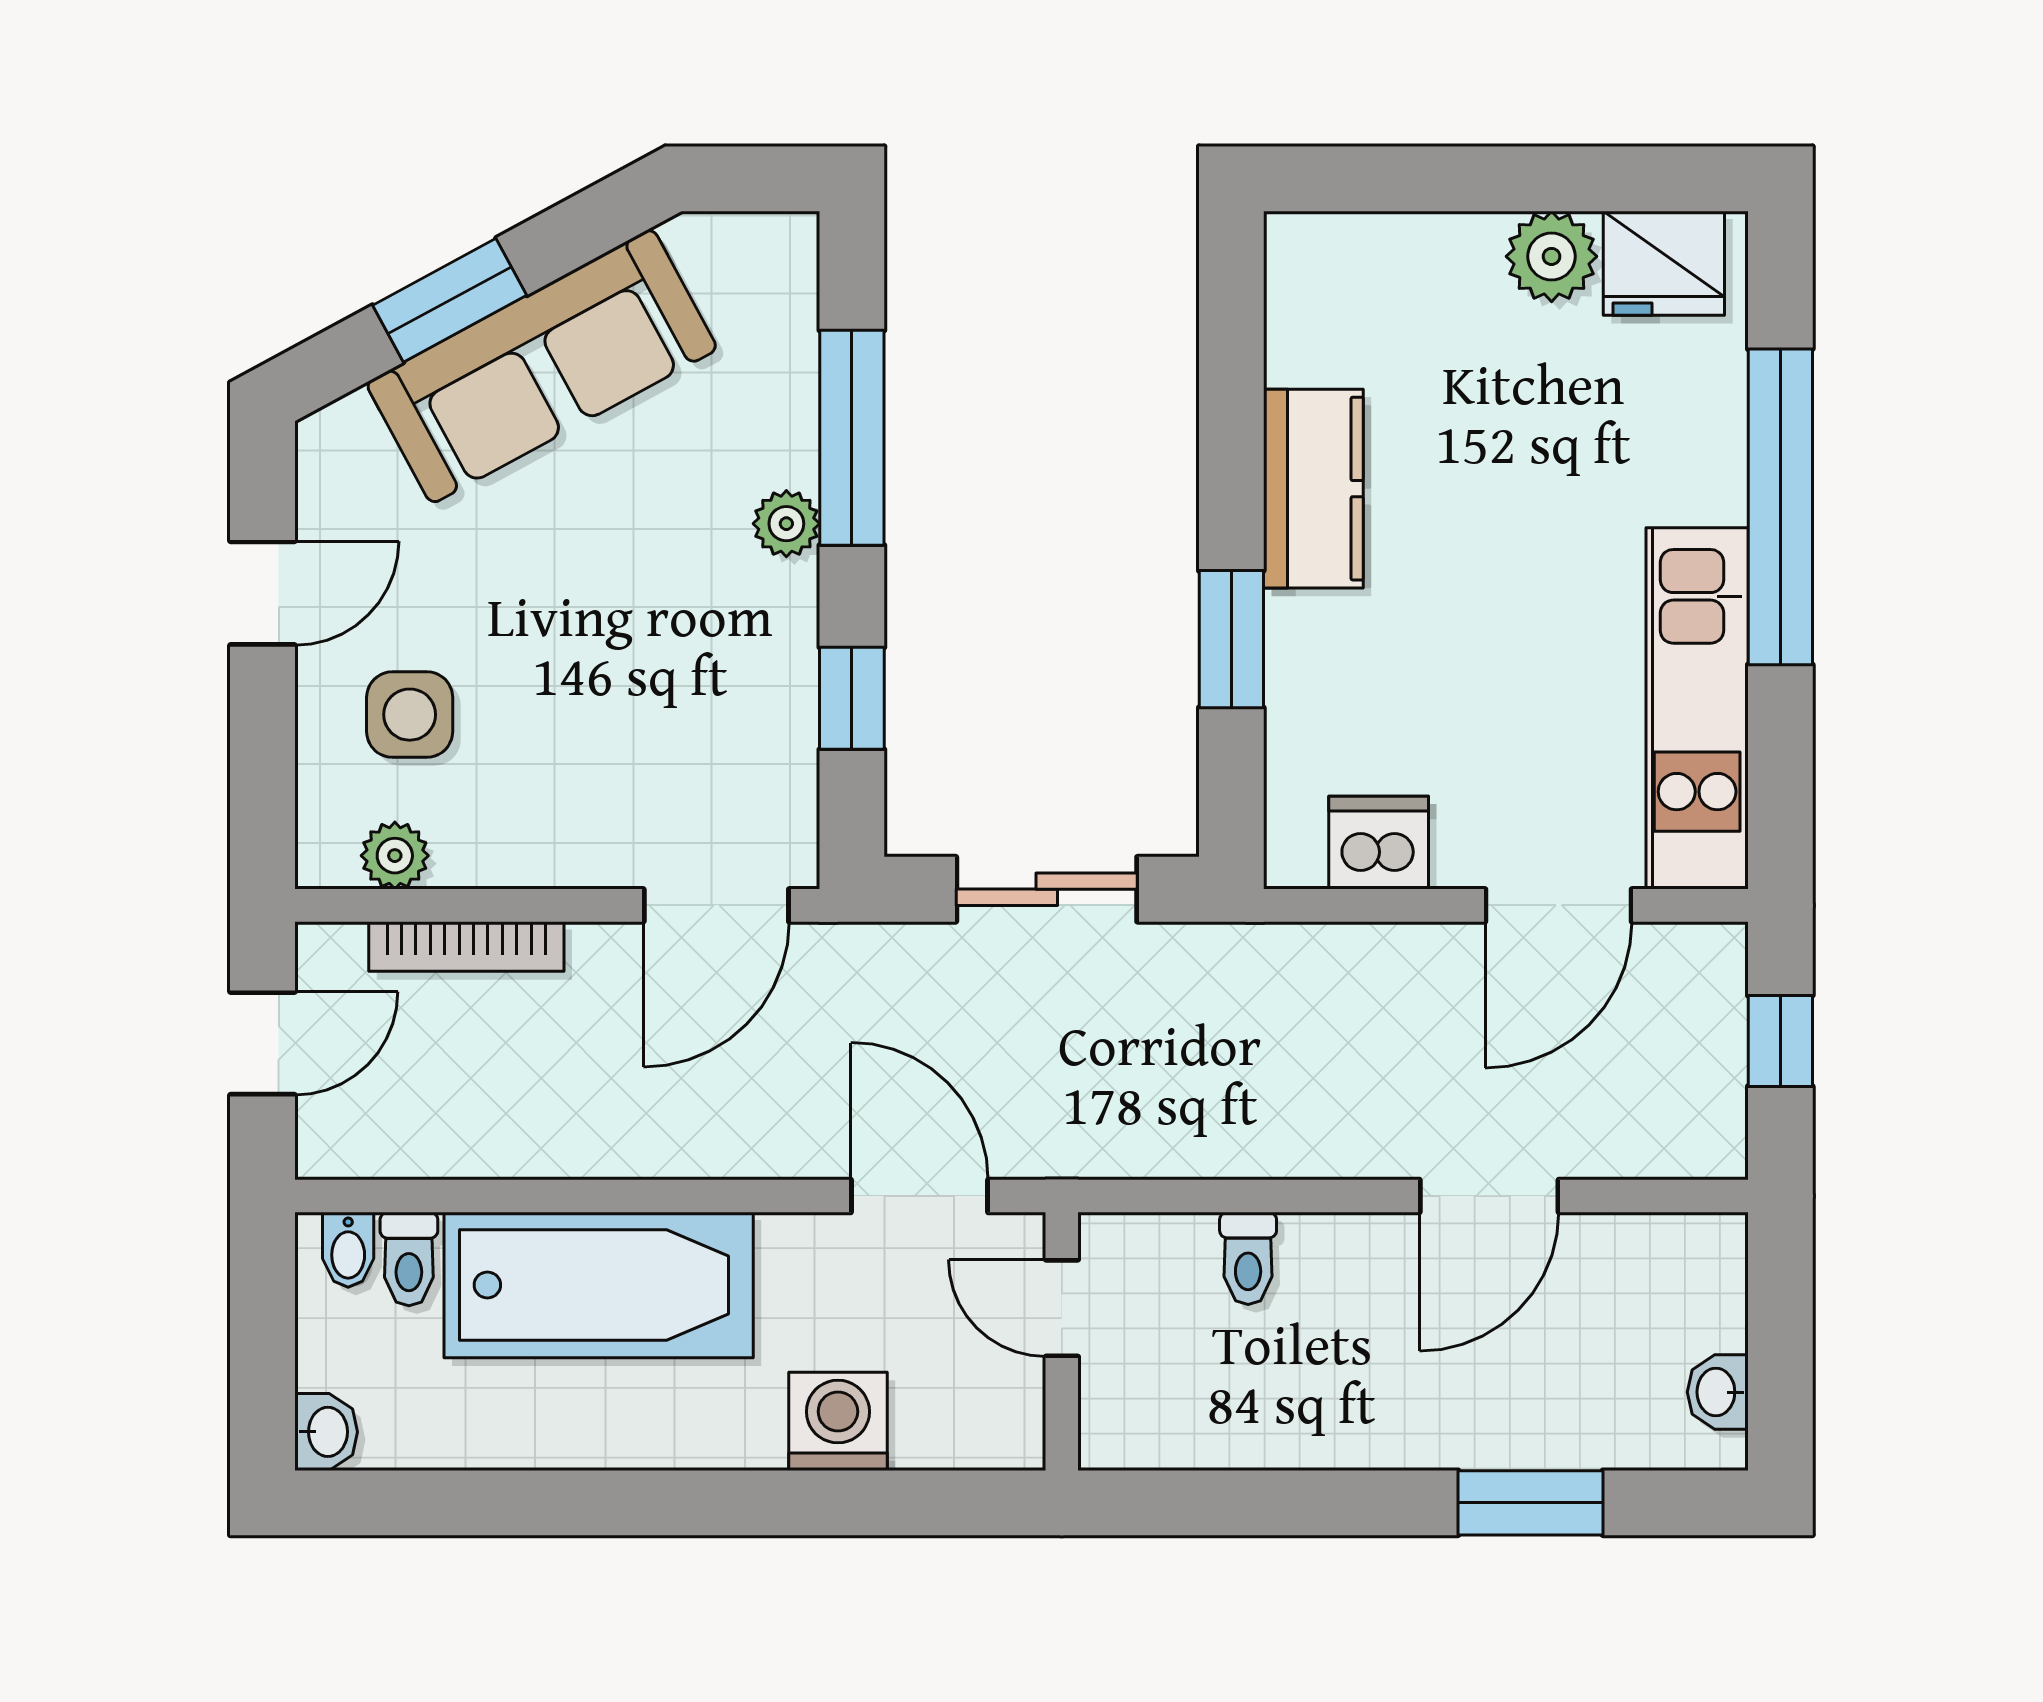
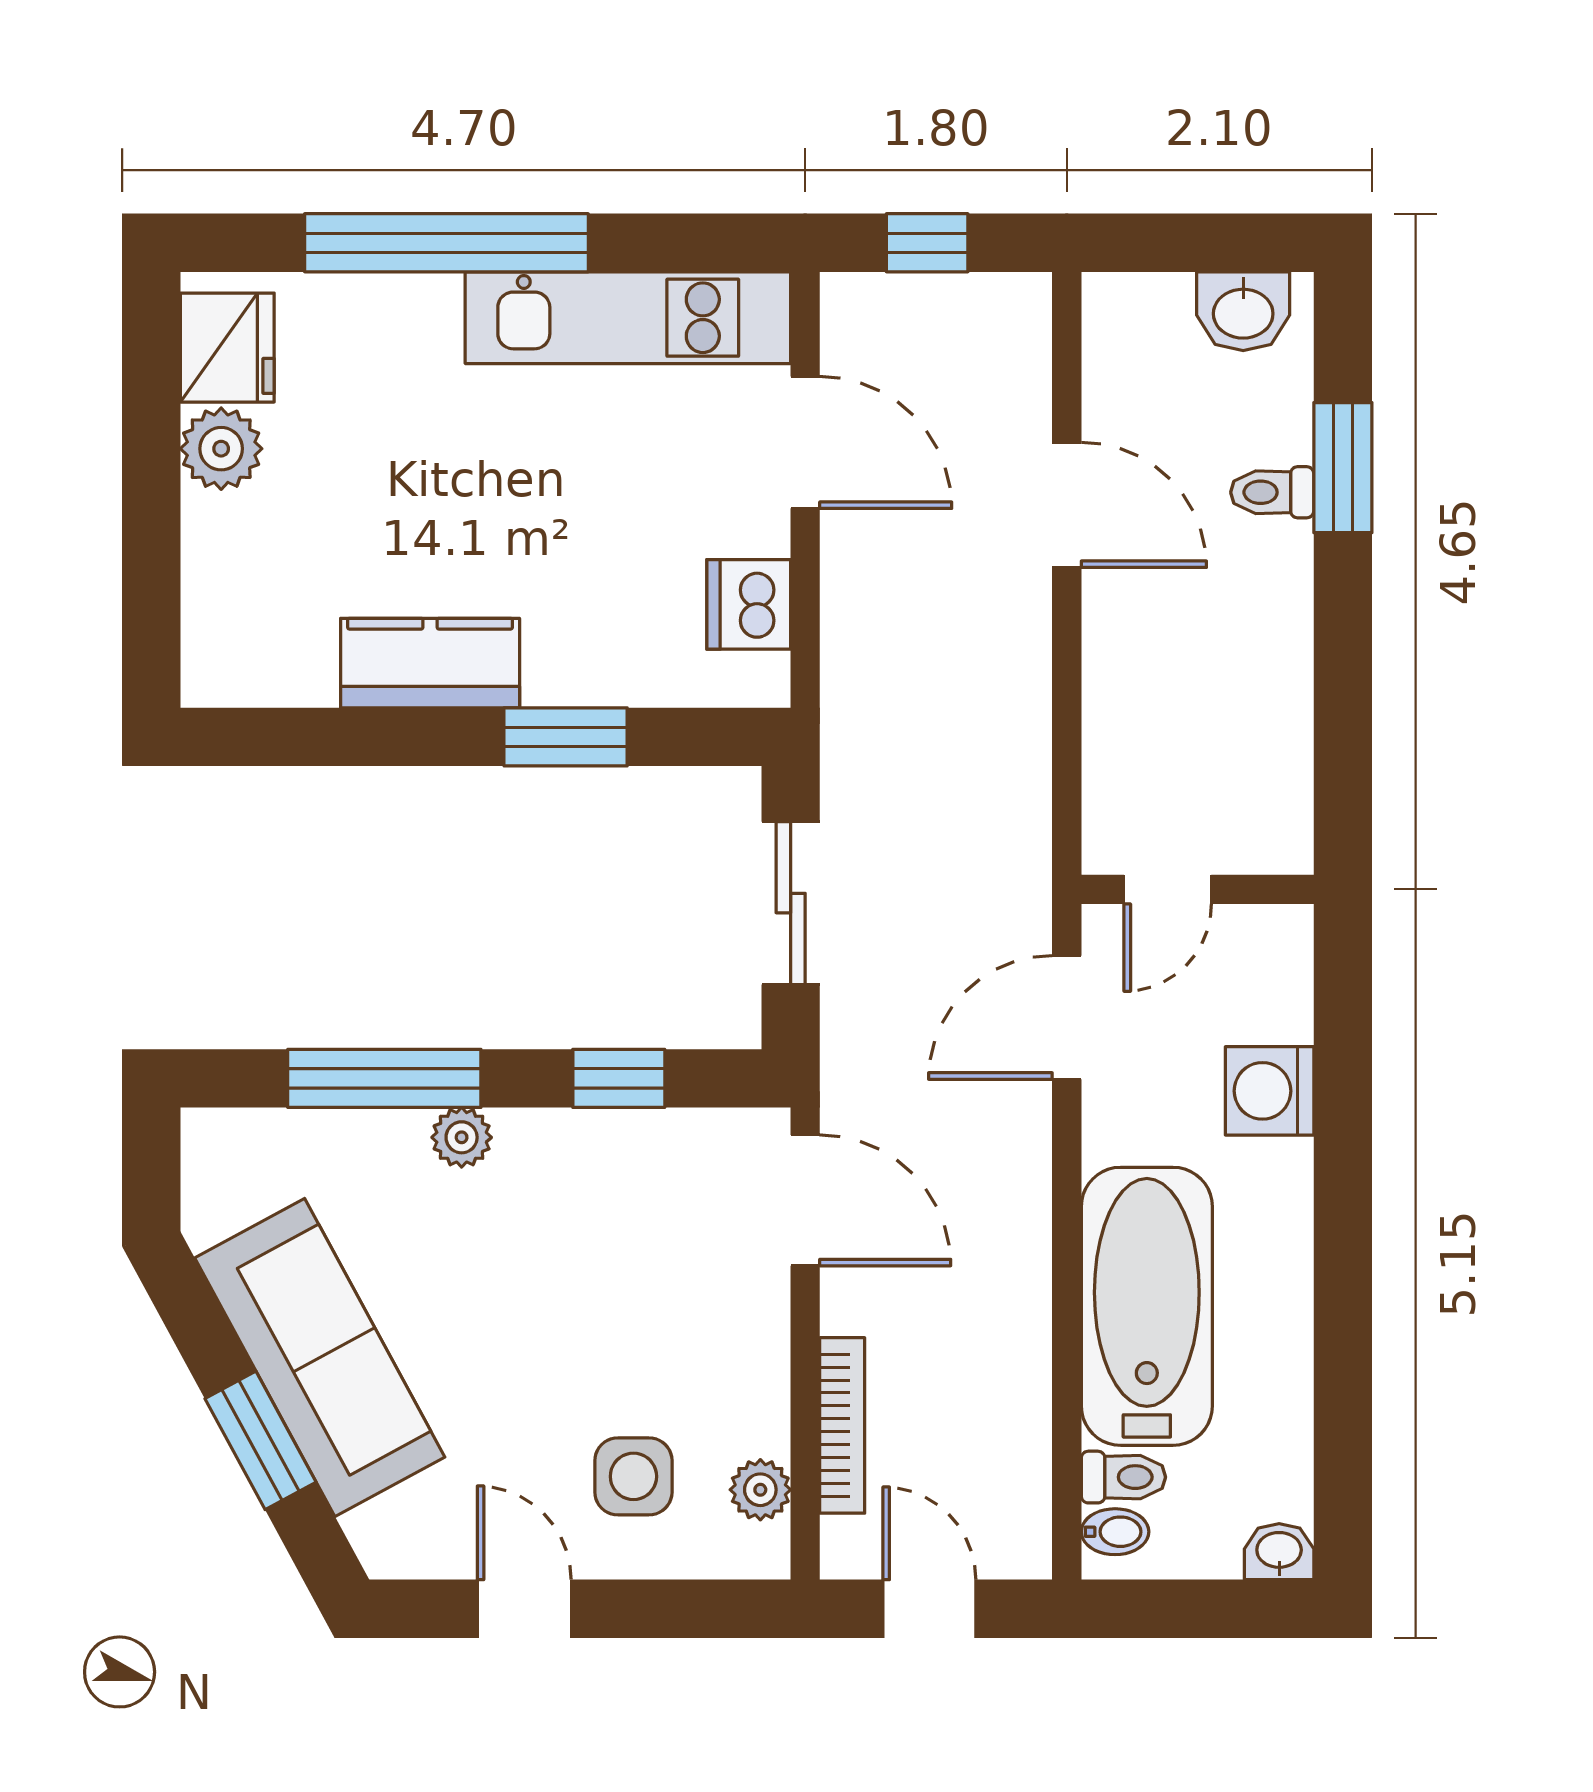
toilet: (1248, 1258) -> (1272, 492), moved, turned 180
washbasin: (1718, 1392) -> (1243, 311), width x1.38, depth x1.45

